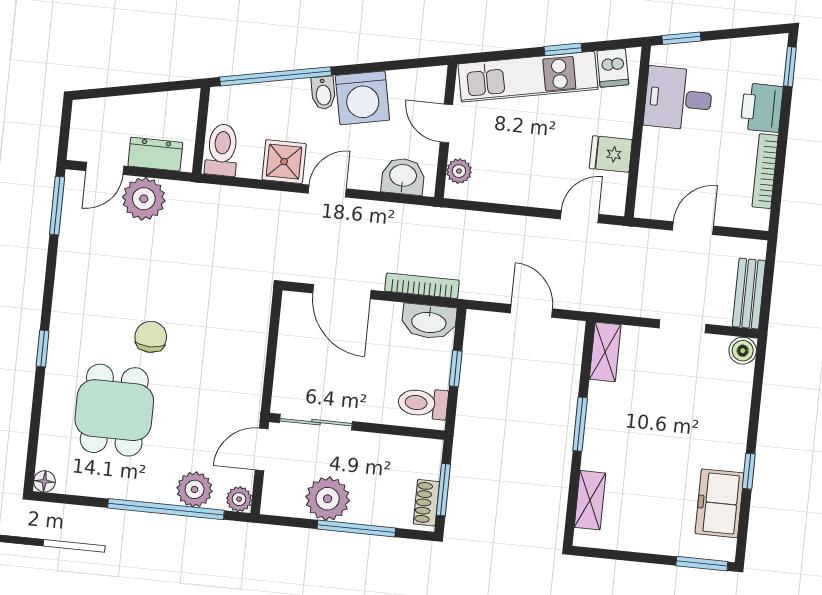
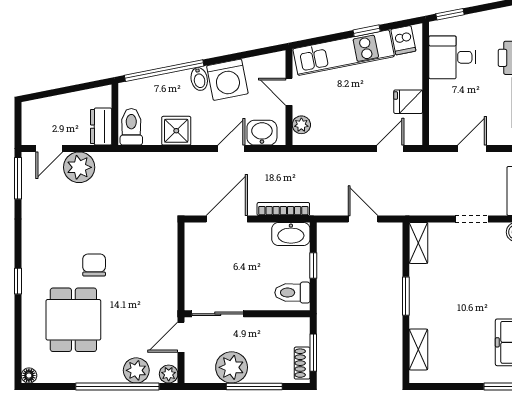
dresser: (155, 154) -> (101, 127), moved, turned -90
door: (327, 191) -> (231, 148), moved
door: (342, 292) -> (227, 219), swing flipped

